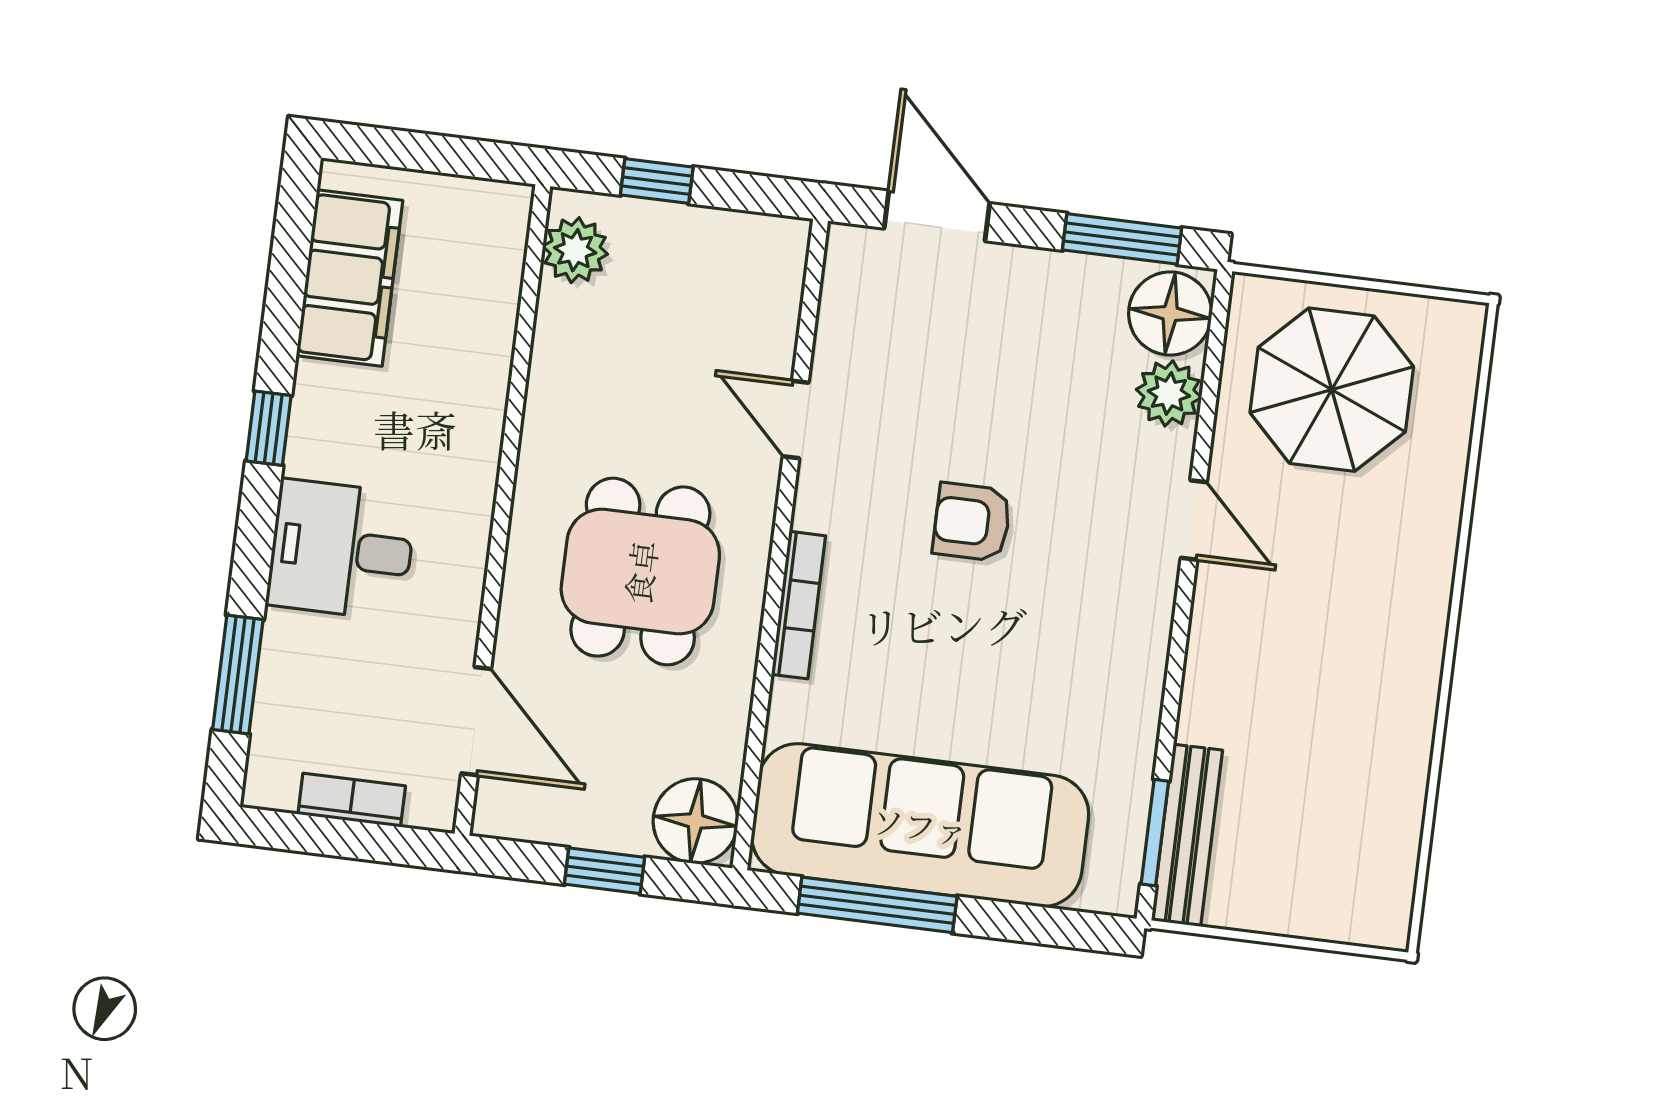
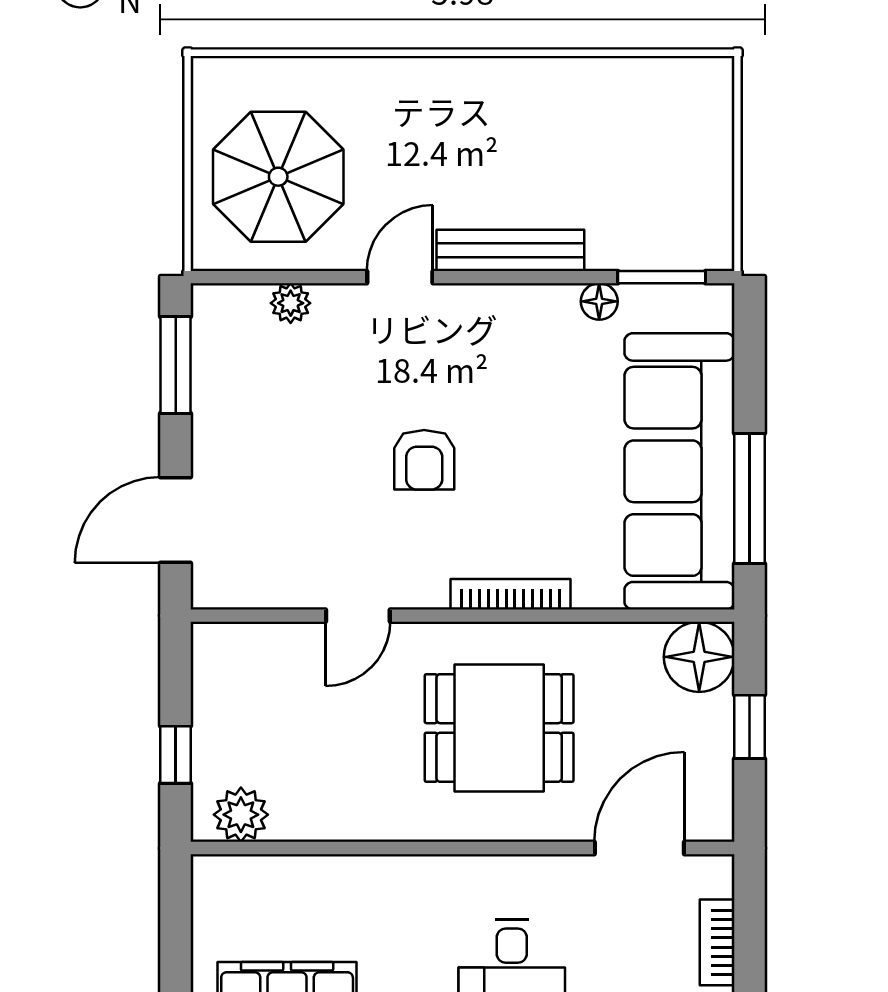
floor lamp: (1170, 313) -> (599, 301), moved, width x0.53, depth x0.53
plant: (1169, 393) -> (291, 303), width x0.73, depth x0.73
bench: (1187, 835) -> (510, 250), moved

